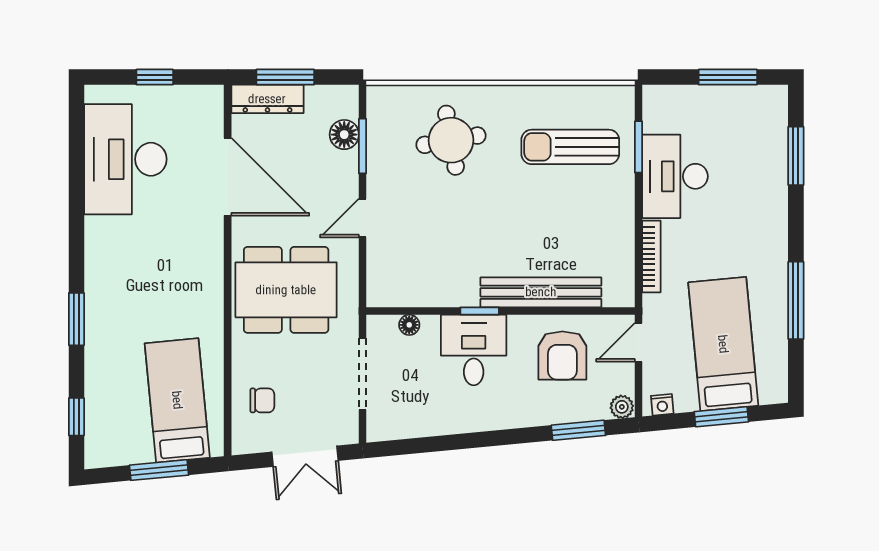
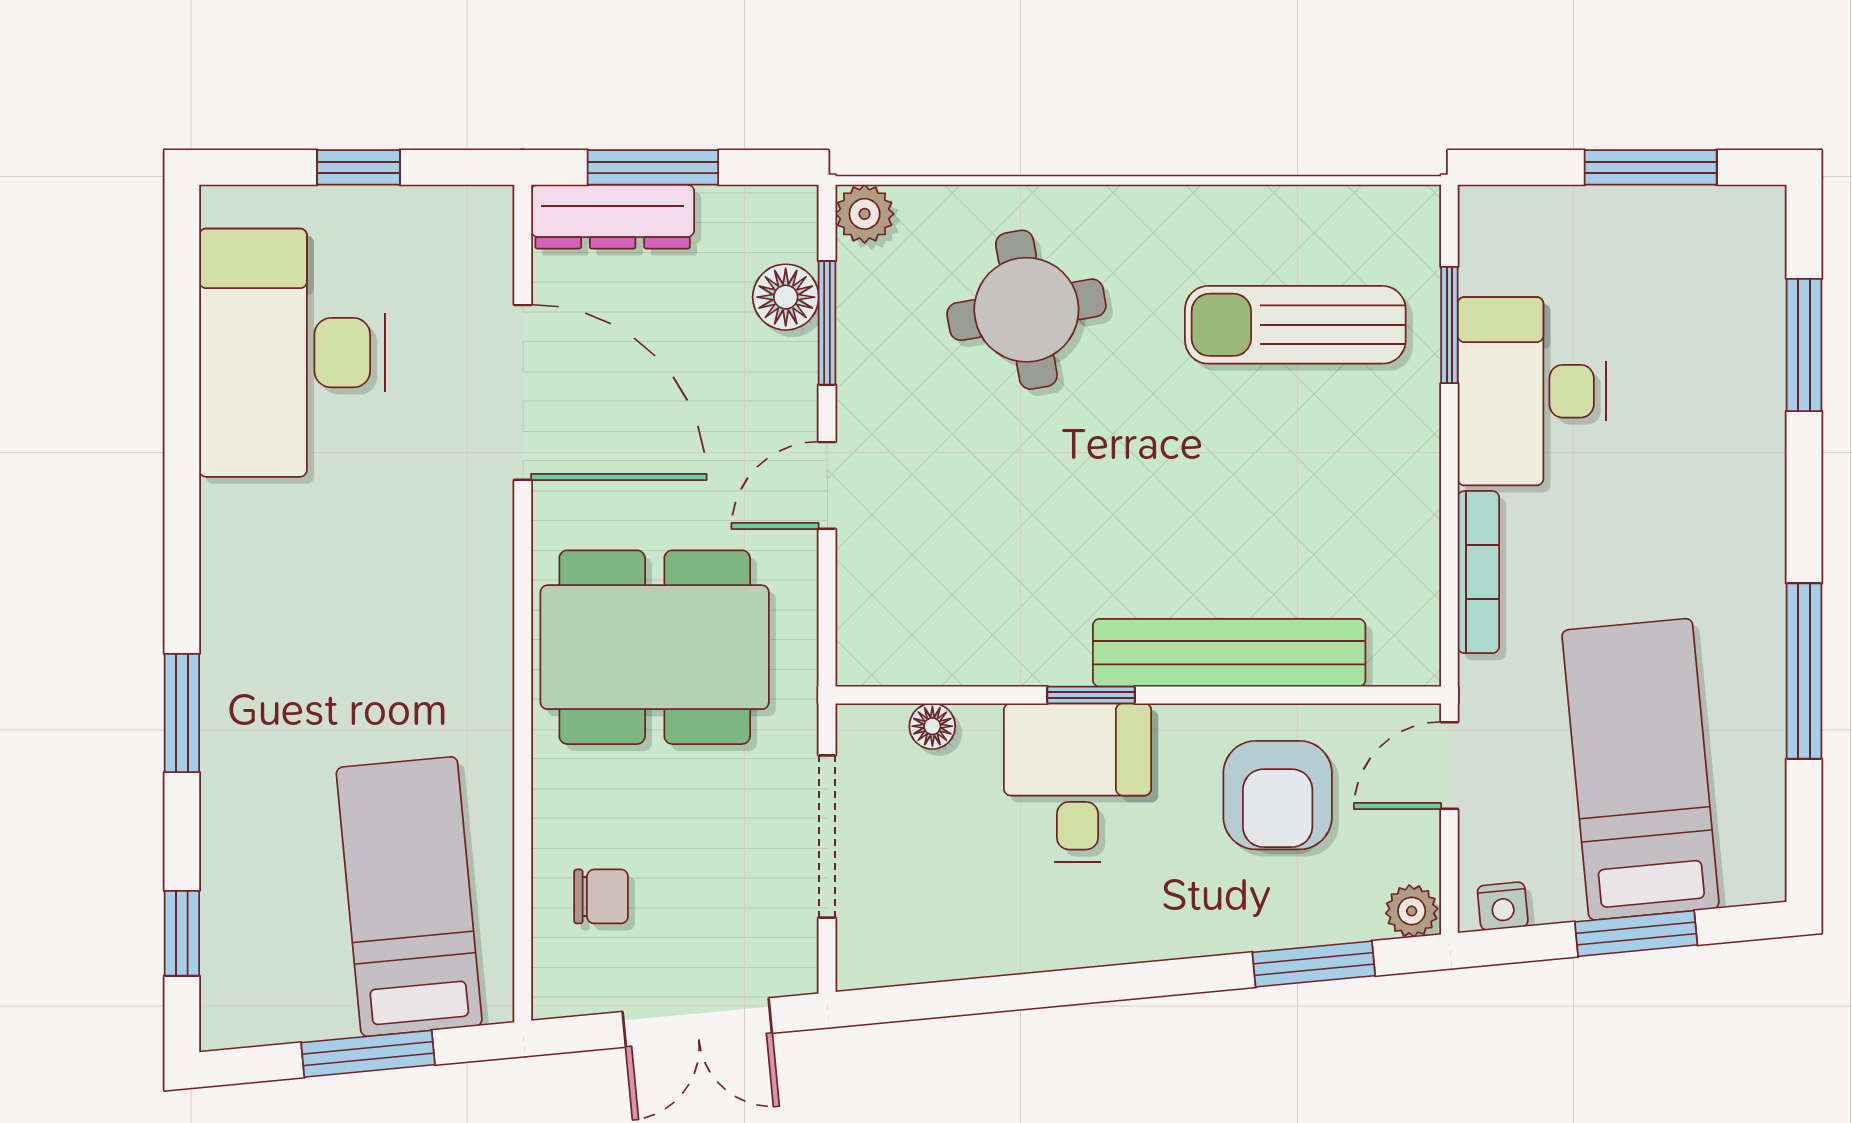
plant: (379, 98) -> (865, 214), added

